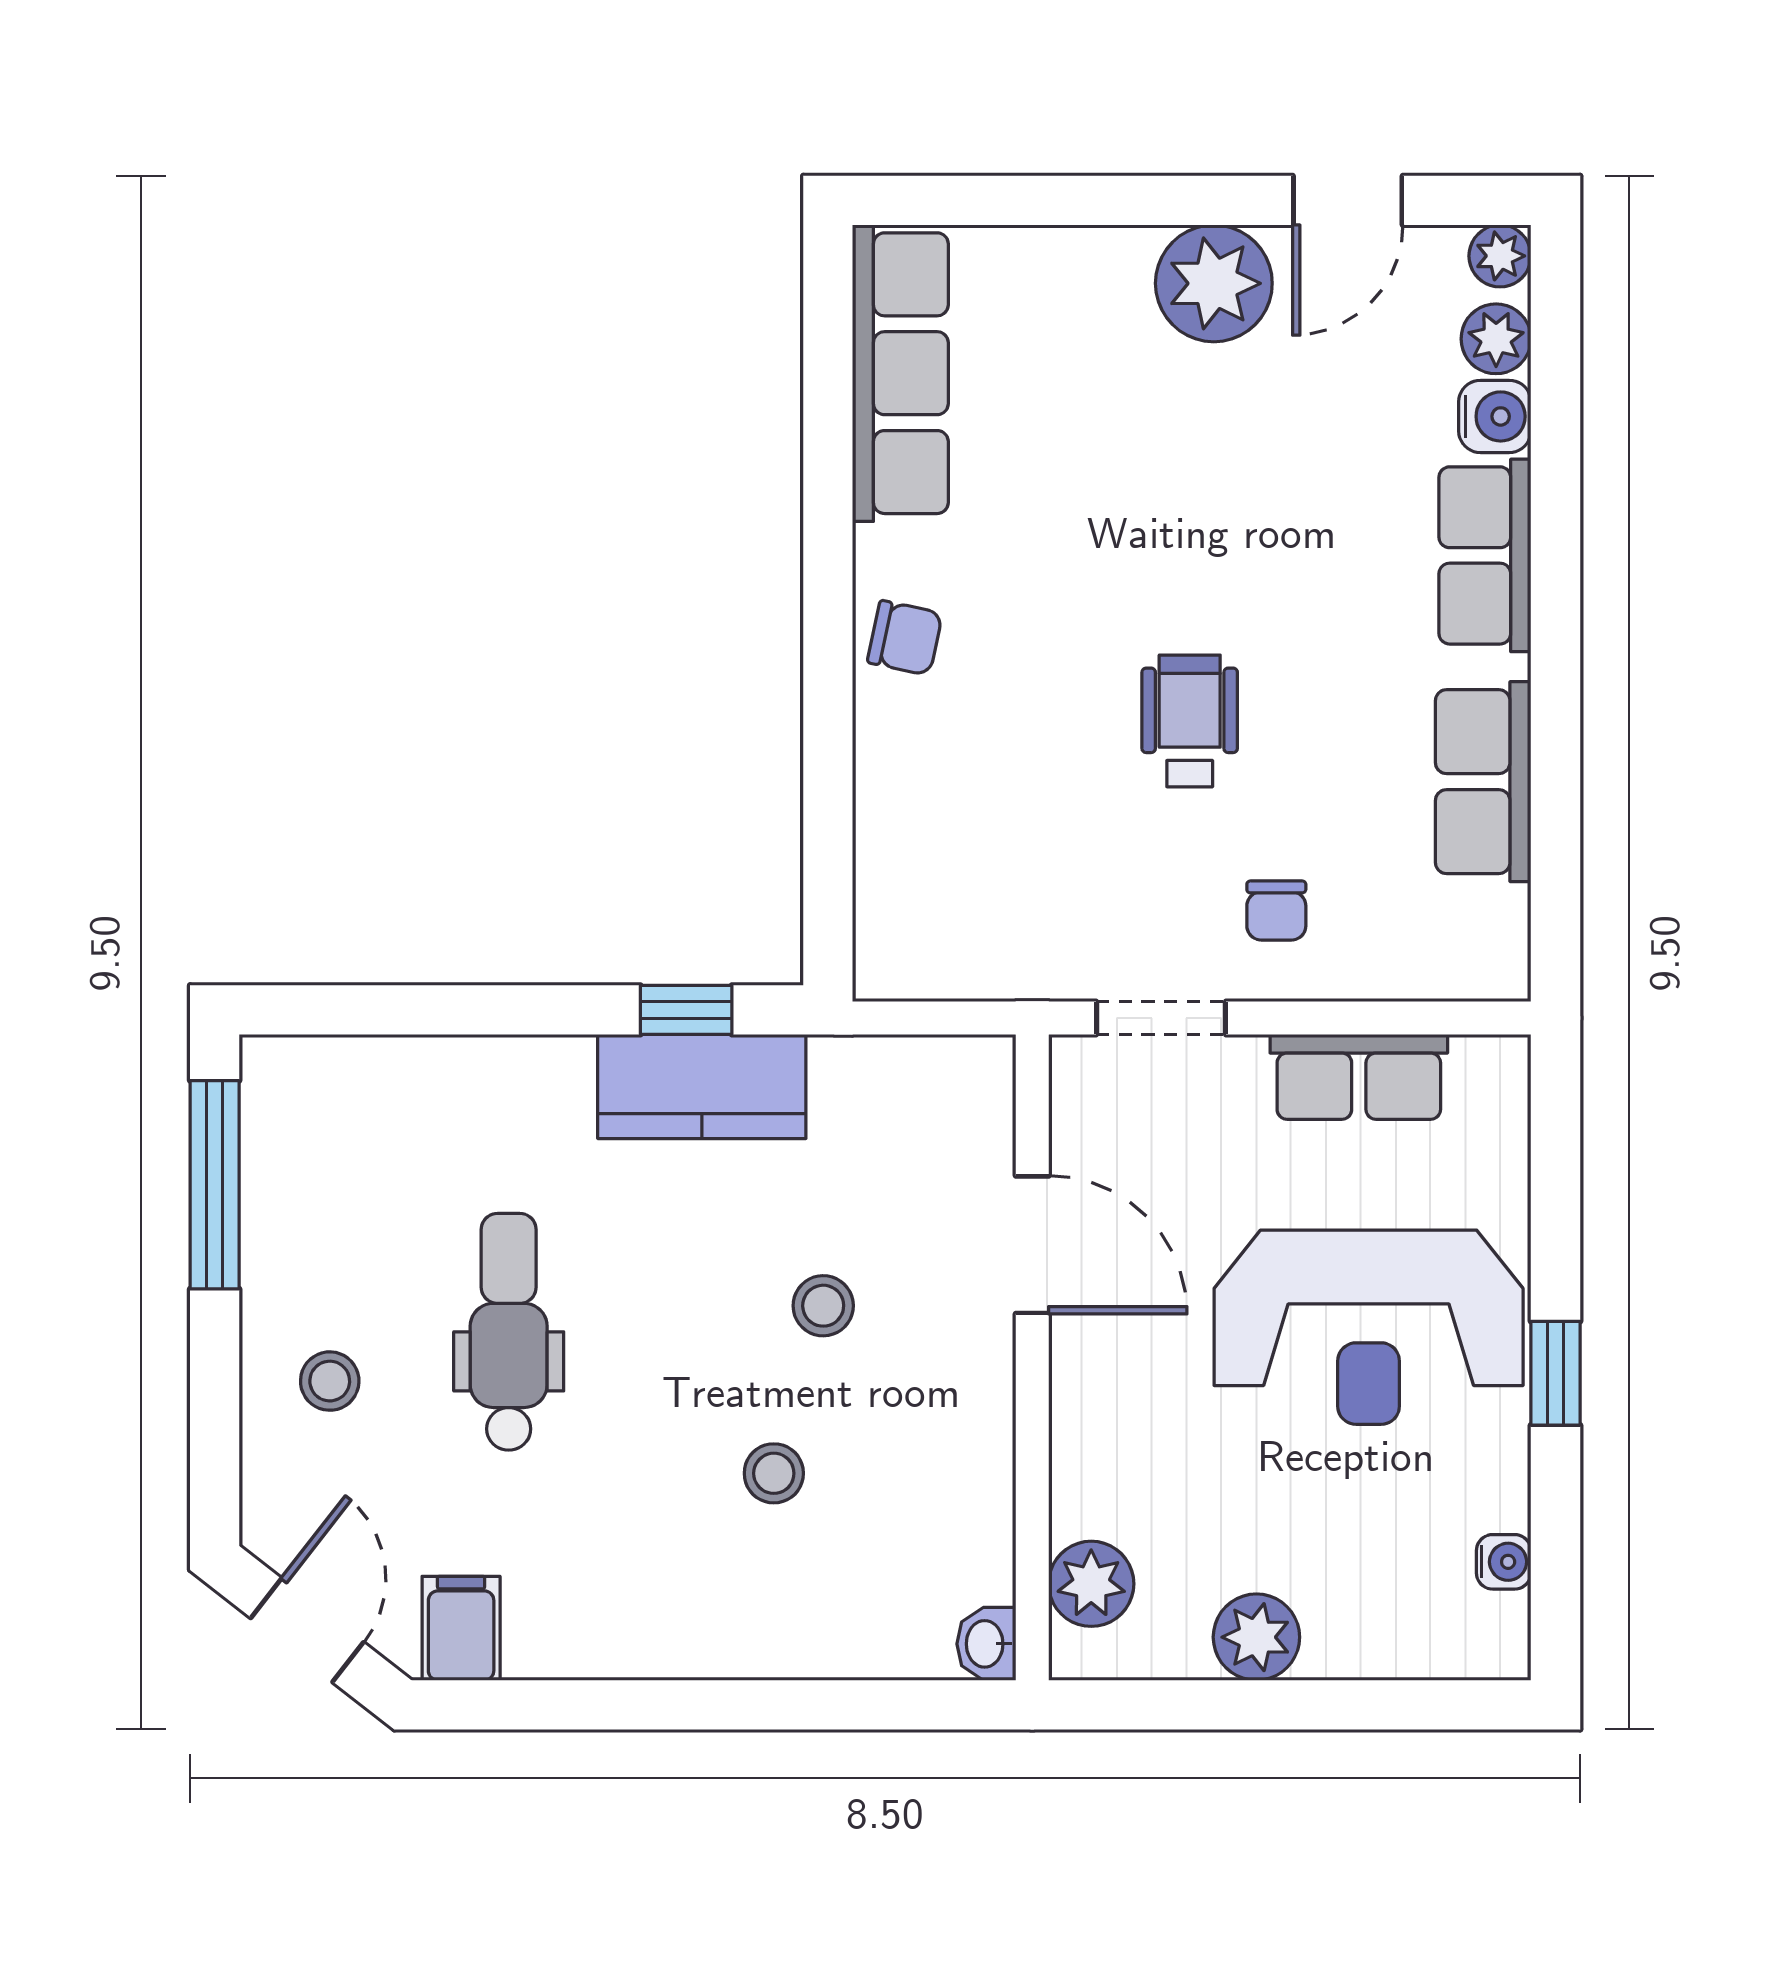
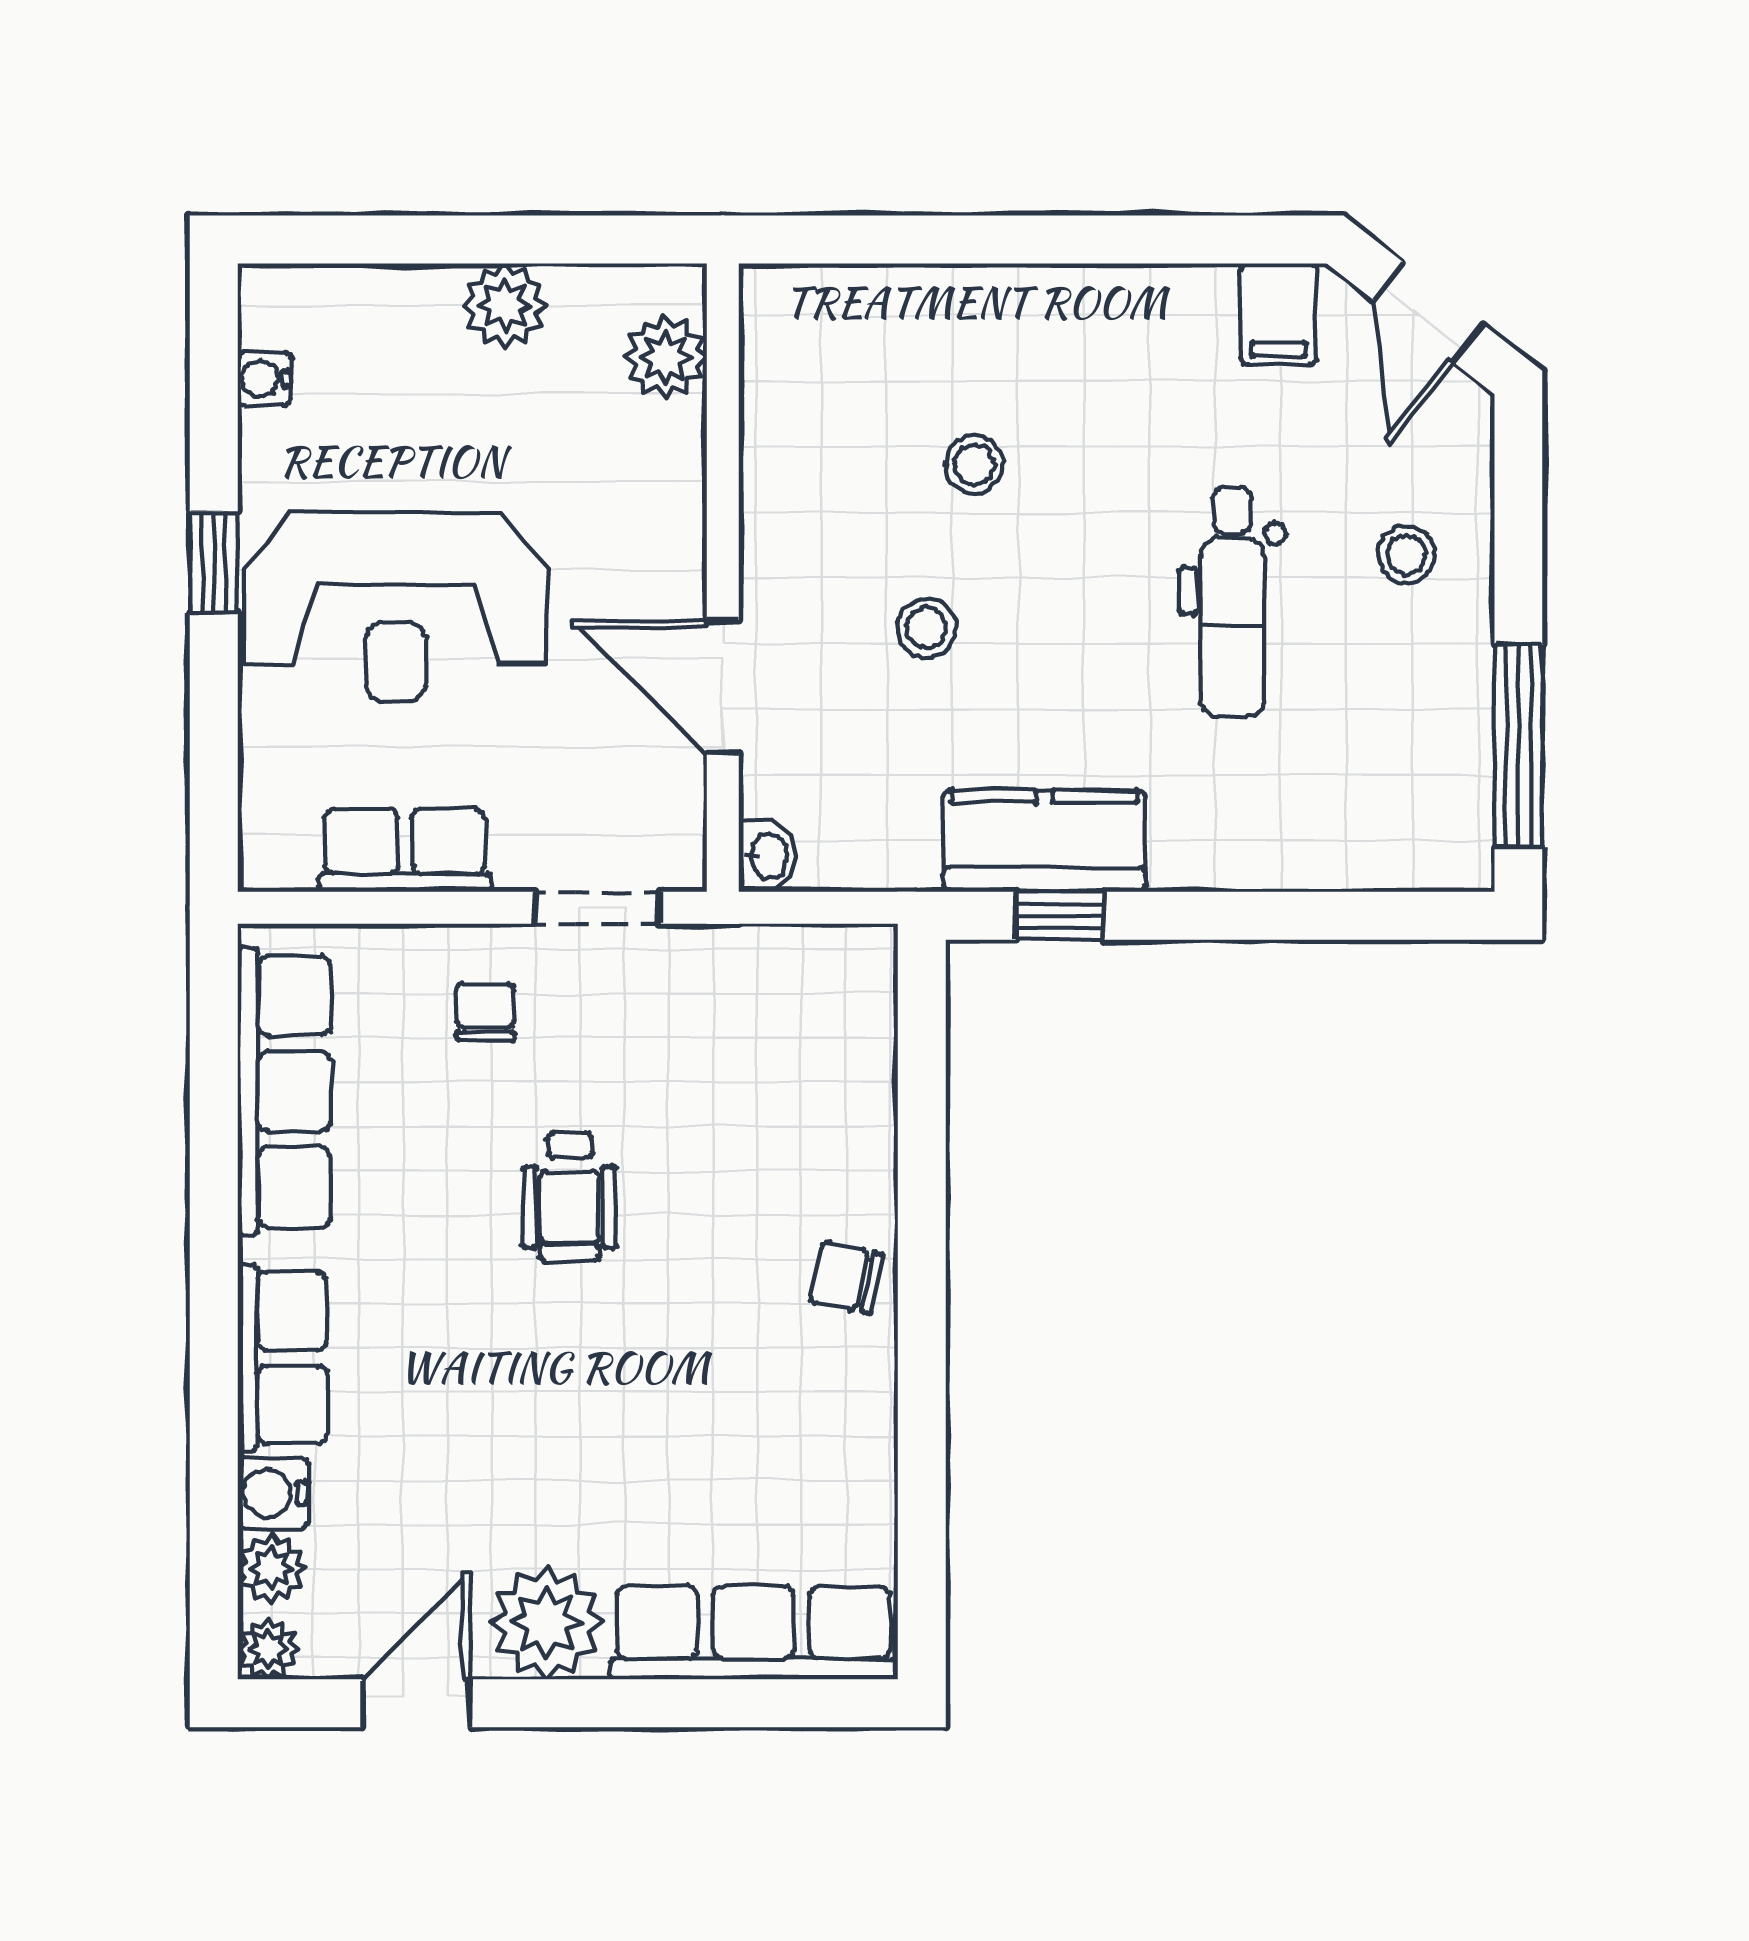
row of seats: (900, 373) -> (754, 1633), moved, turned 90
row of seats: (1483, 782) -> (284, 1091), width x1.48
reception desk: (1369, 1327) -> (396, 607), turned 180
washbasin: (986, 1644) -> (767, 856), moved

